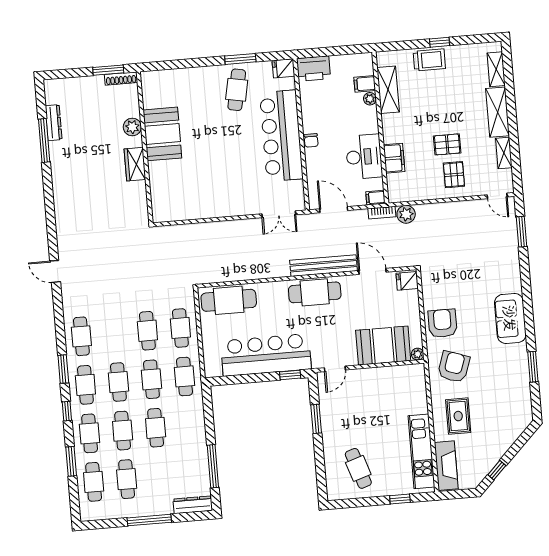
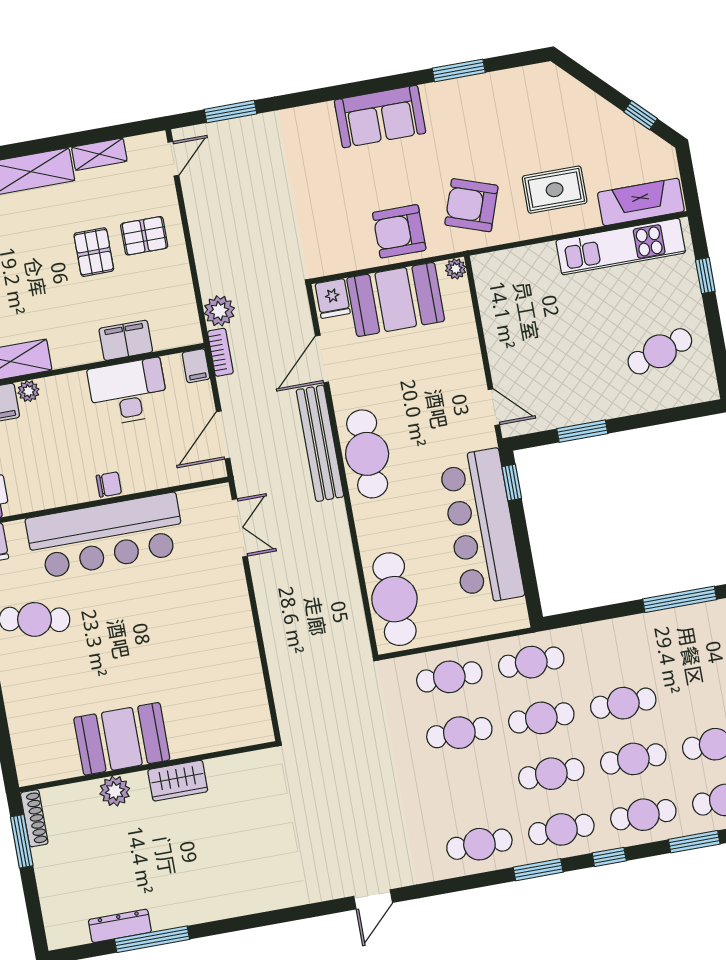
booth: (383, 346) -> (396, 299), moved, turned 90

